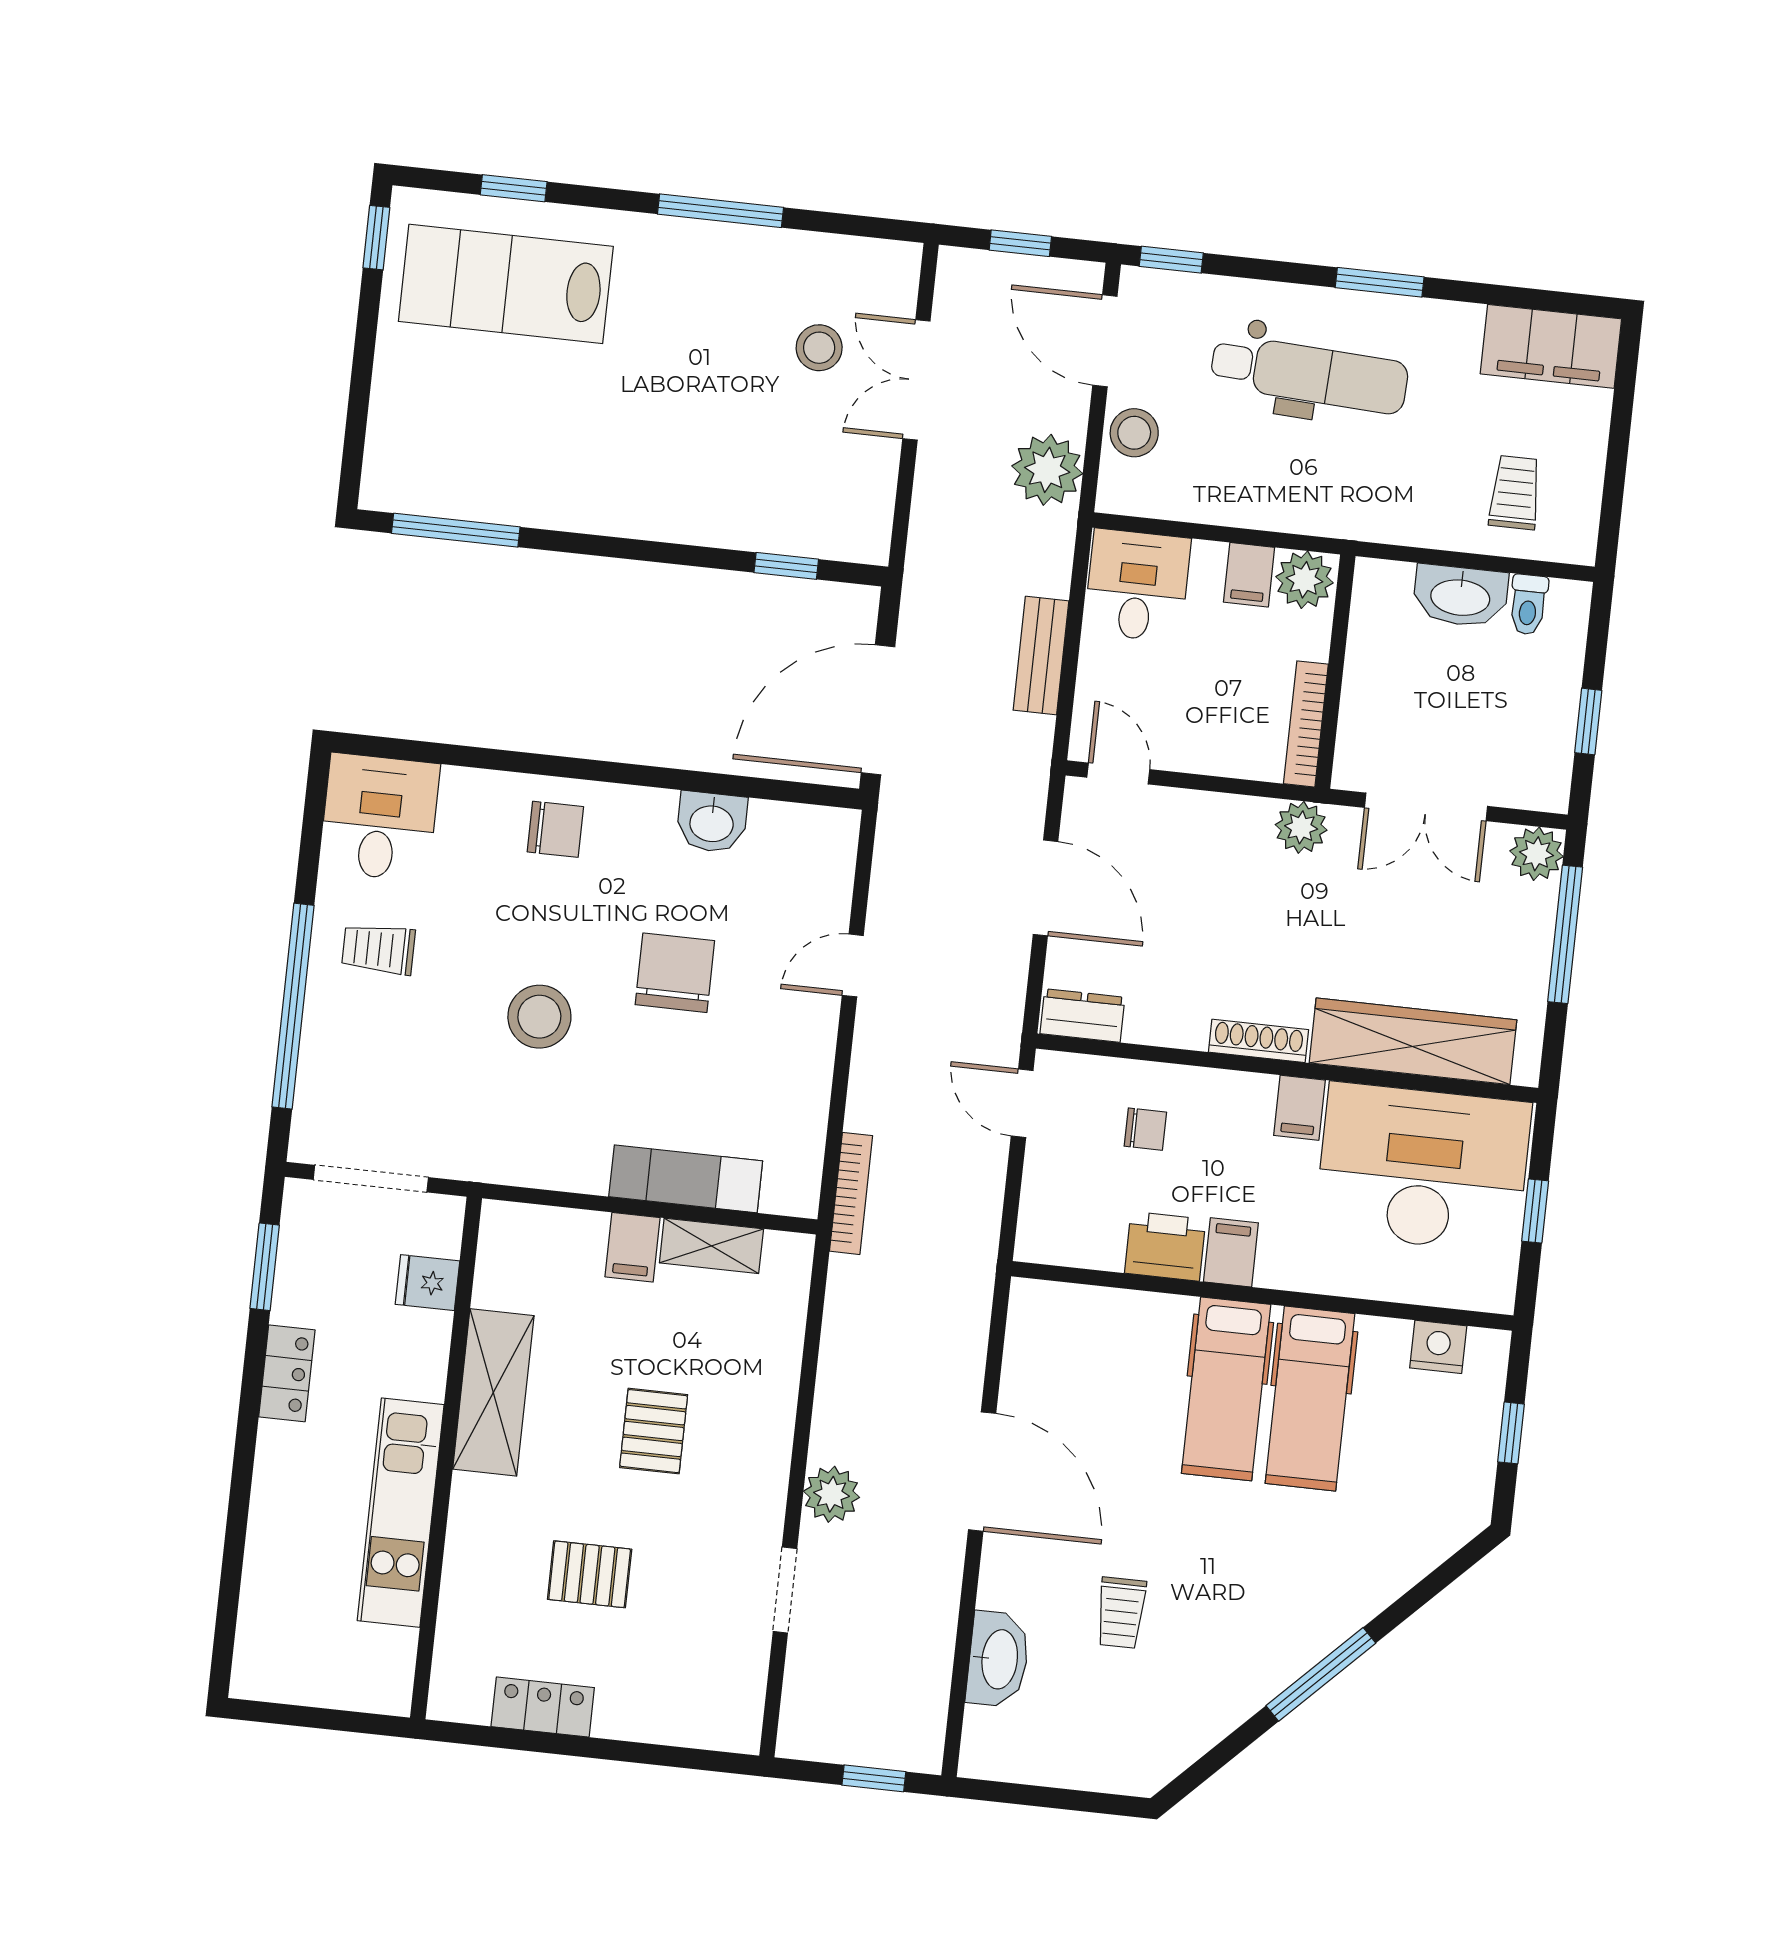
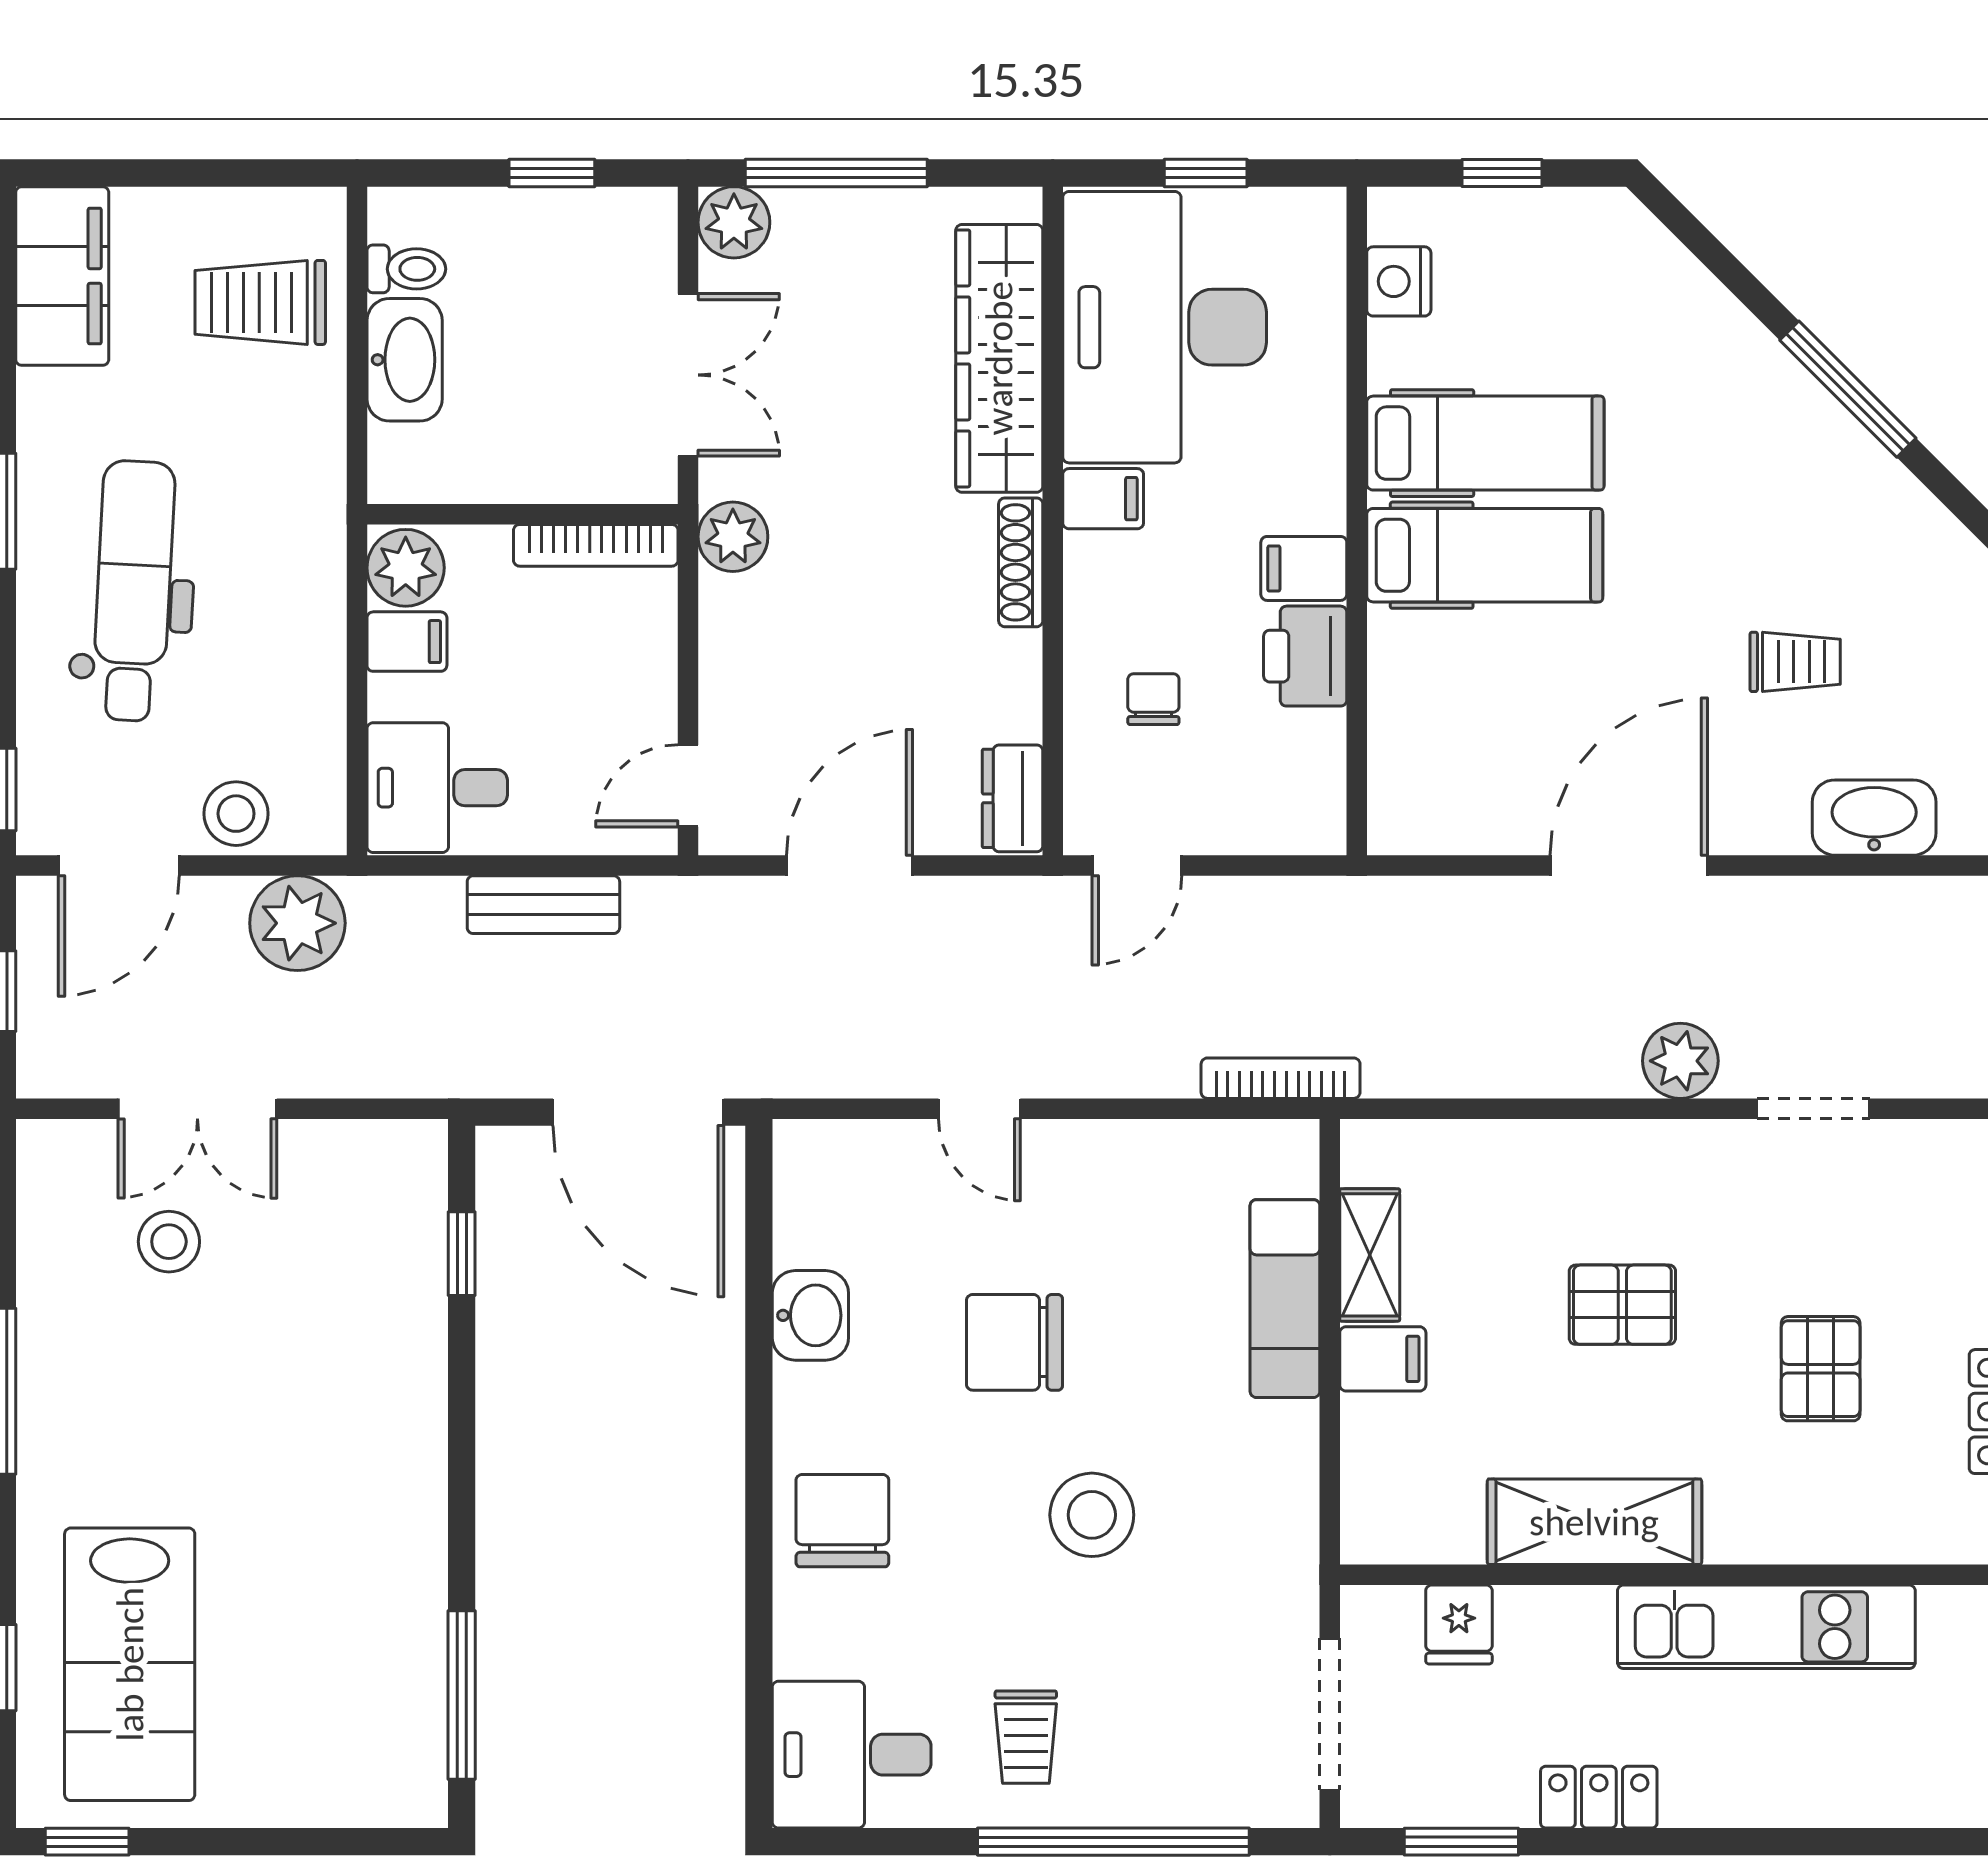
trolley: (1515, 492) -> (260, 302), width x1.36, depth x1.39
chair: (555, 829) -> (842, 1521), width x1.37, depth x1.37

